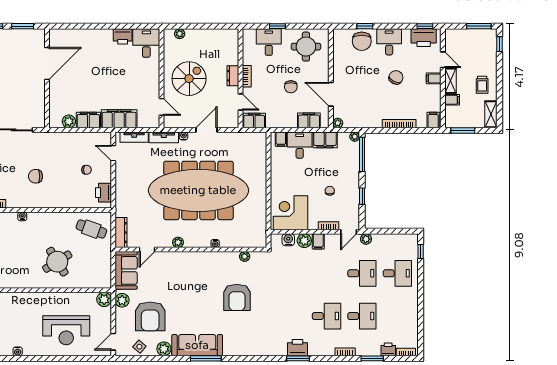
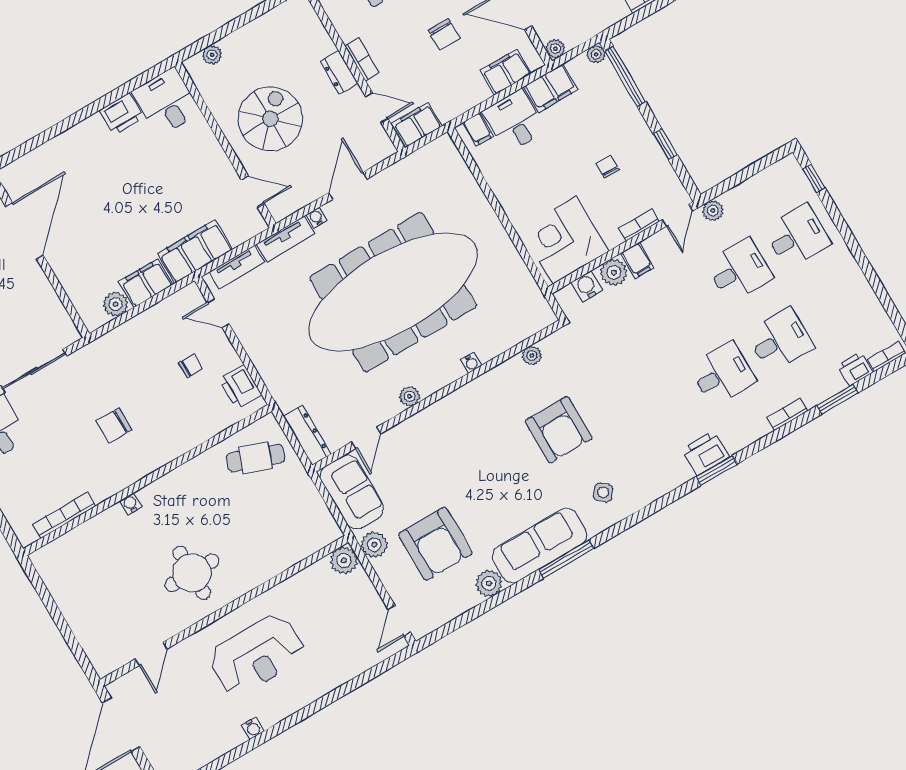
round table: (57, 262) -> (192, 573), moved, turned 32
reception desk: (66, 330) -> (257, 655), moved
side table: (139, 347) -> (603, 492), moved

